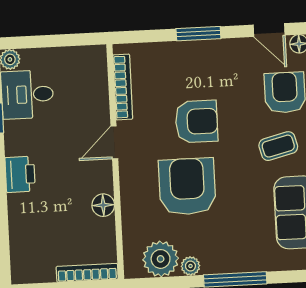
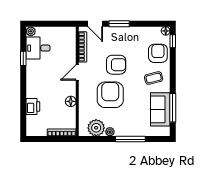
door: (269, 30) -> (95, 24), moved
printer: (20, 174) -> (33, 106), moved

